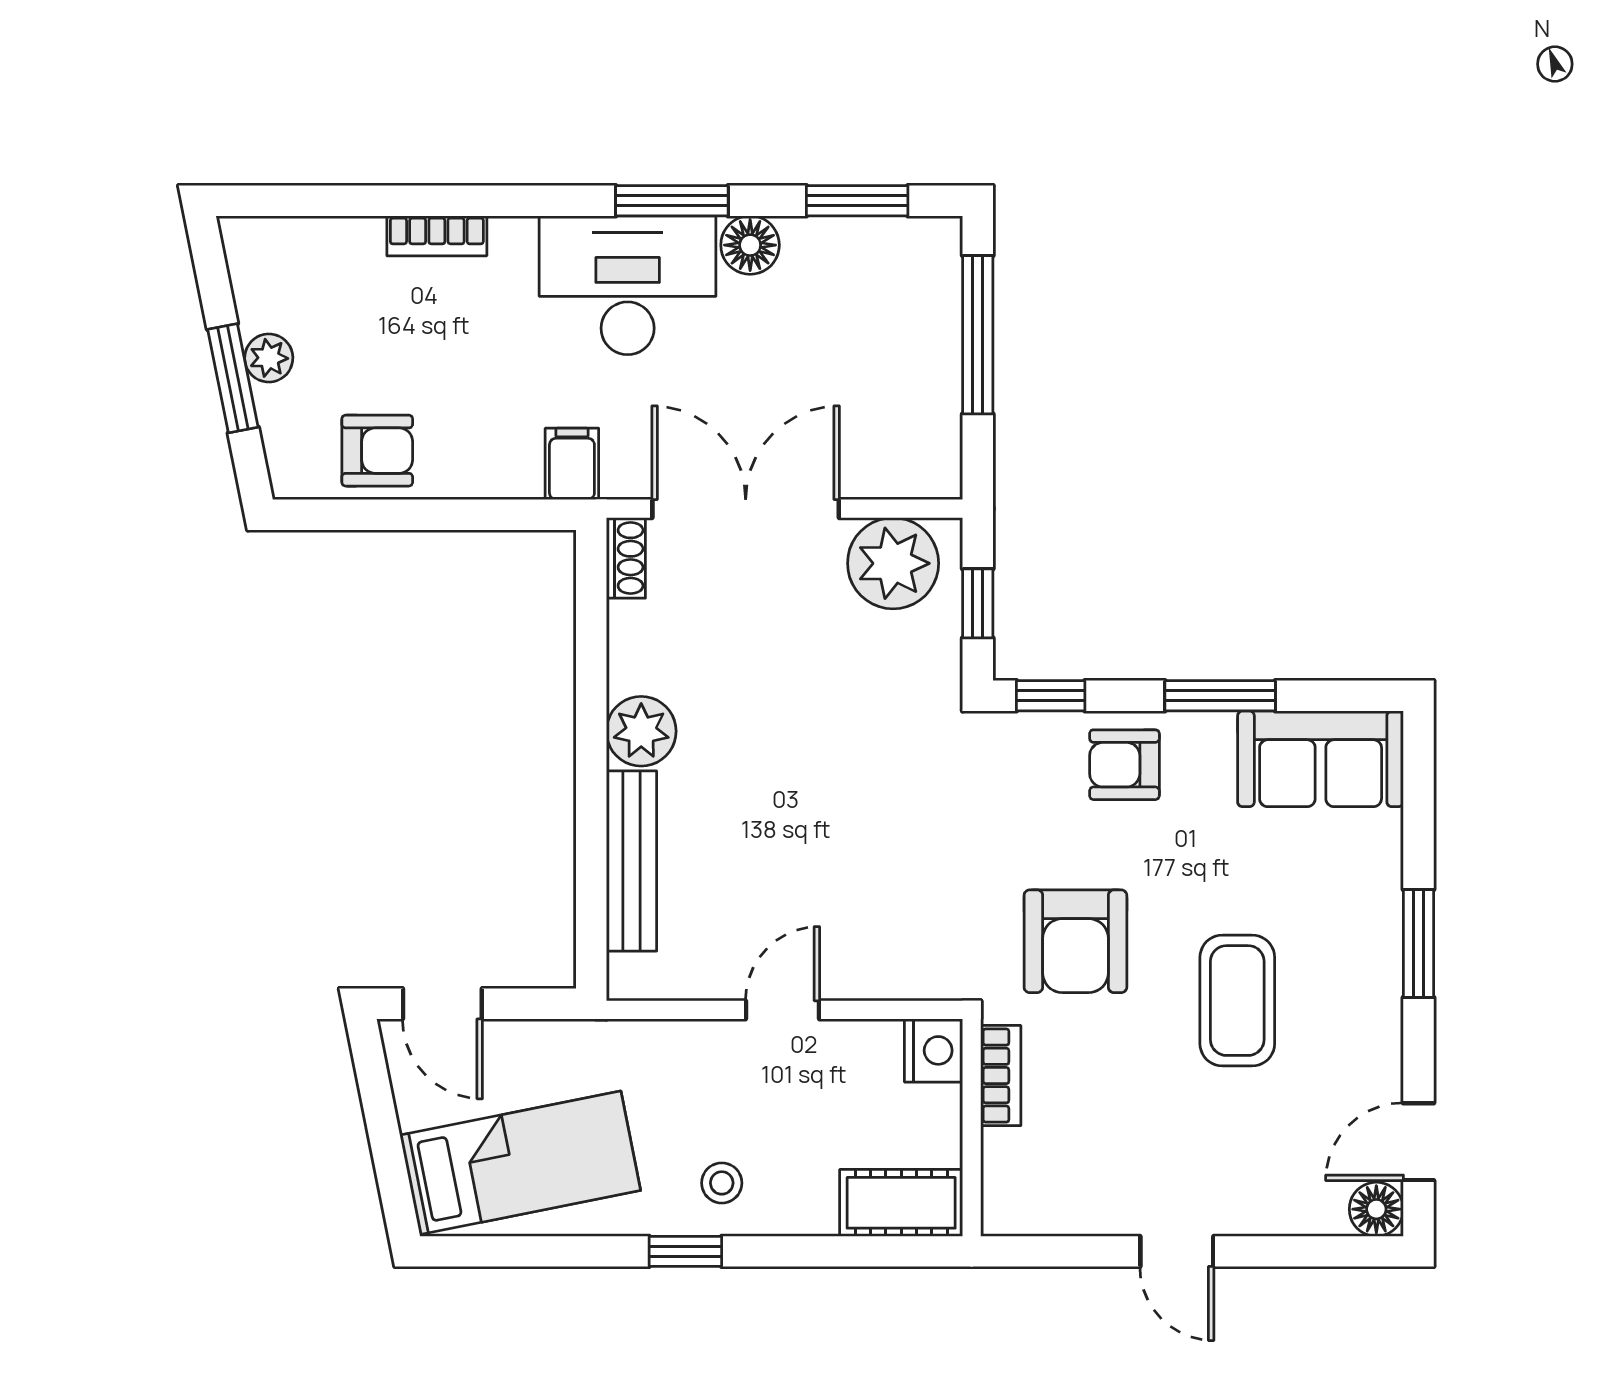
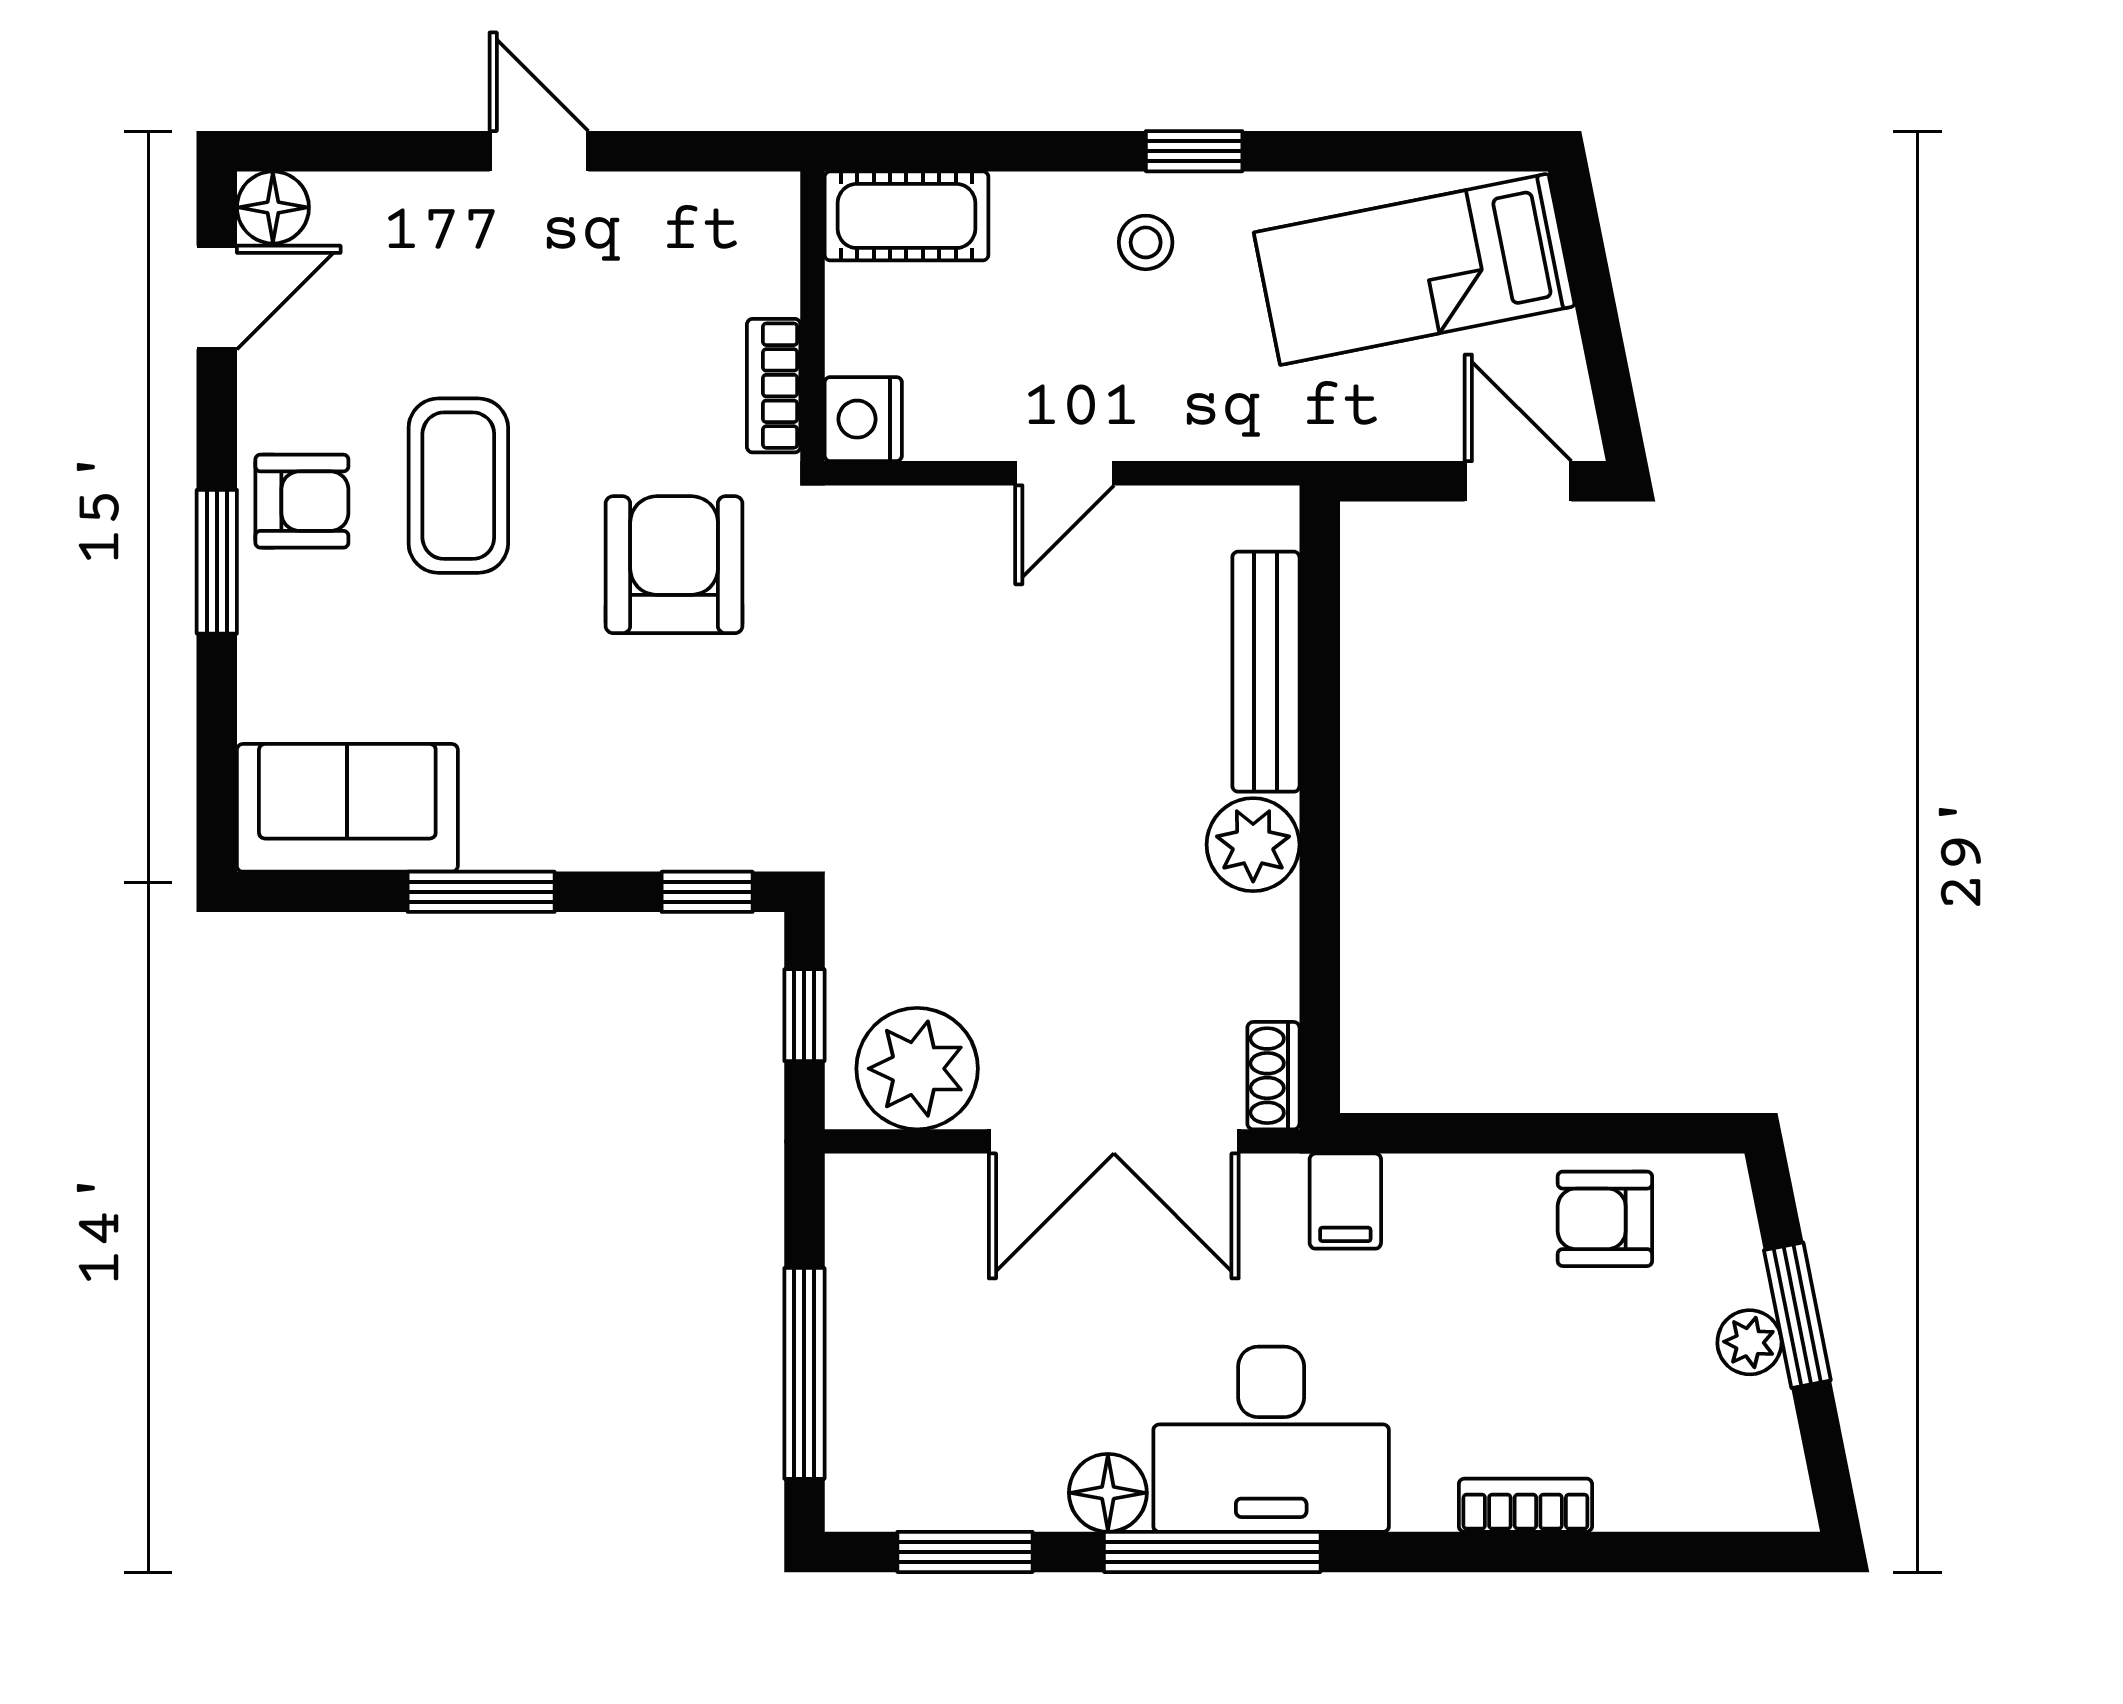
window: (672, 201) -> (1212, 1552), width x1.44
armchair: (1124, 765) -> (302, 501), moved

